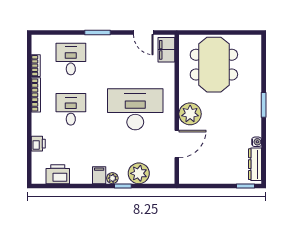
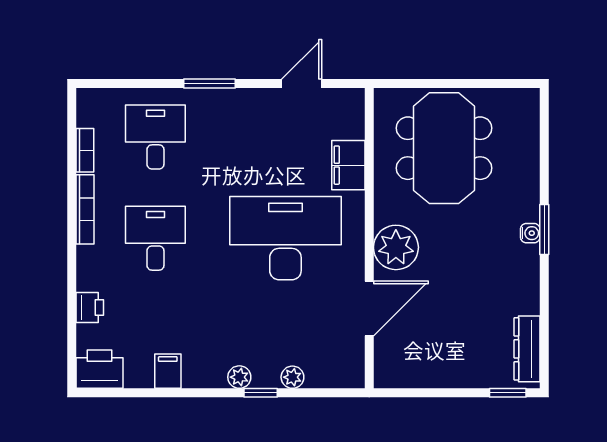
door: (143, 33) -> (302, 84), swing flipped
filing cabinet: (166, 50) -> (348, 165), moved
water cooler: (257, 142) -> (530, 233), moved
plant: (139, 173) -> (292, 377), width x0.53, depth x0.53
printer: (58, 174) -> (99, 369), moved
filing cabinet: (99, 175) -> (168, 371), moved

